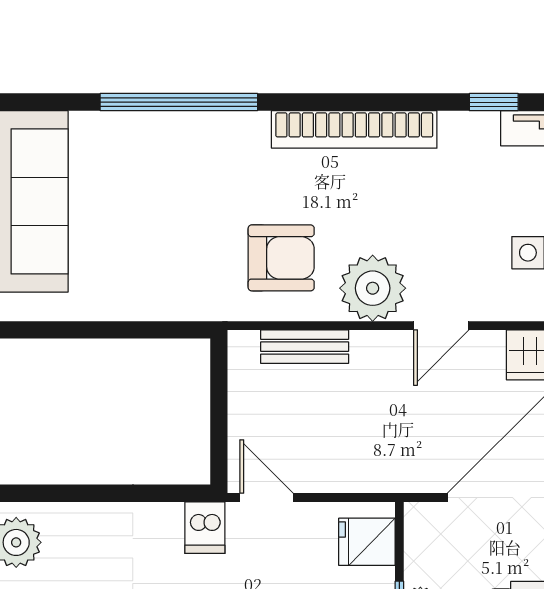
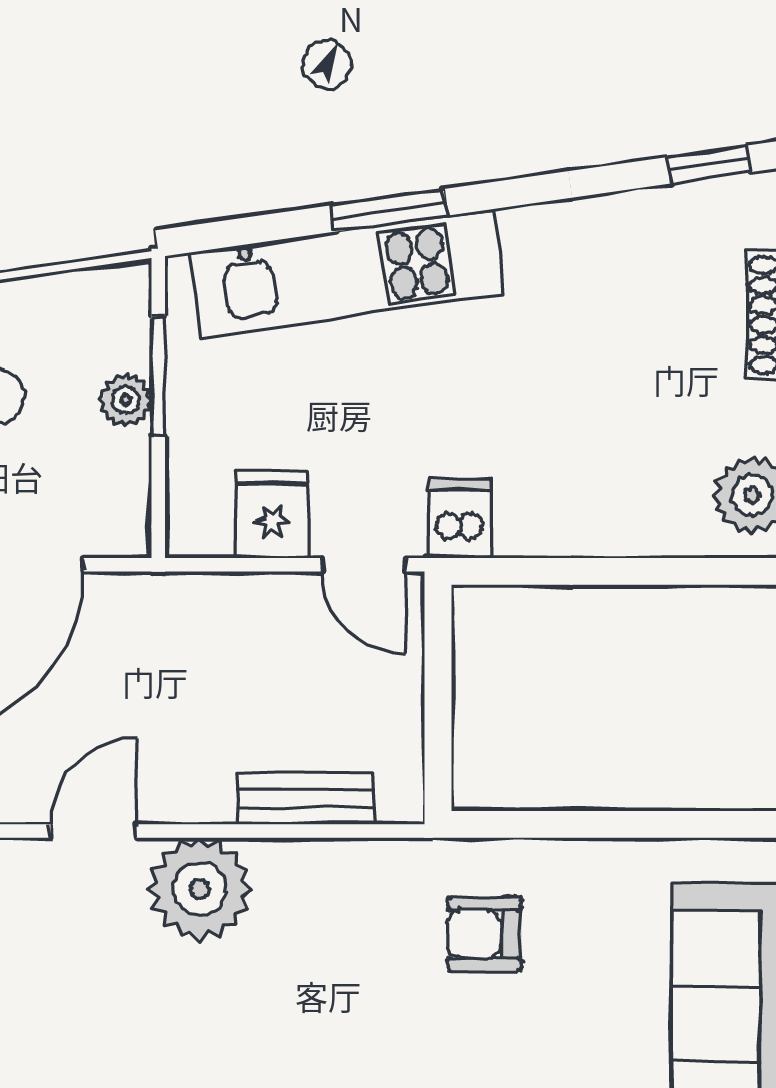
armchair: (281, 258) -> (484, 934), moved, width x0.72, depth x0.72
fridge: (367, 542) -> (272, 514), moved, turned -90

